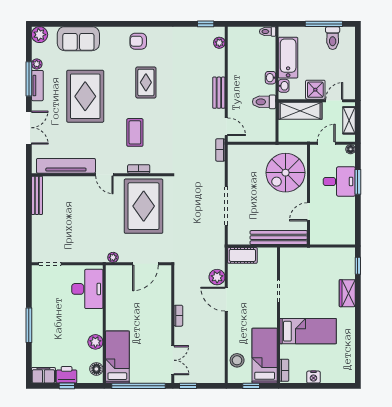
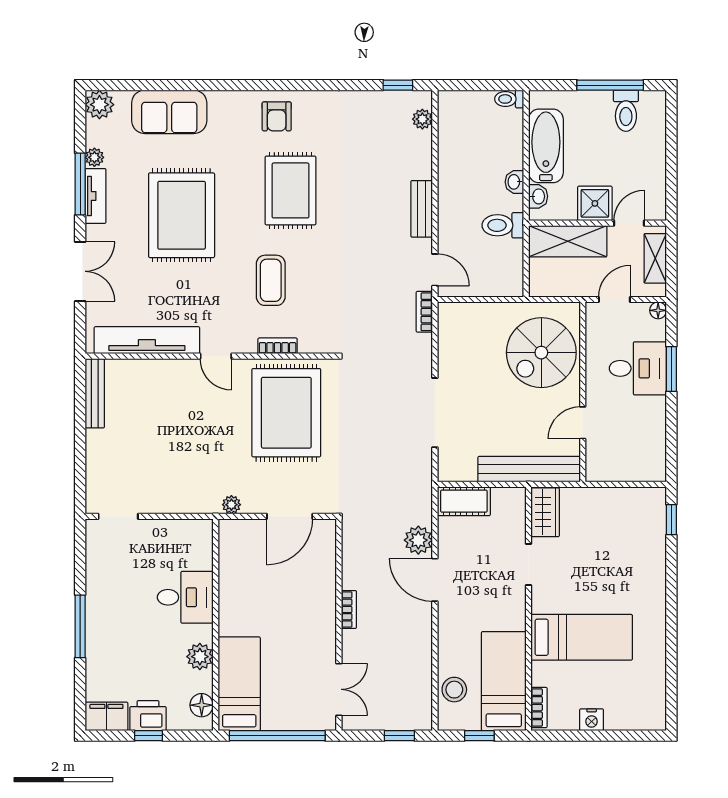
armchair: (138, 41) -> (277, 116), turned -90
rug: (146, 82) -> (291, 190), width x1.36, depth x1.43
desk: (87, 289) -> (185, 597), moved, width x0.73
wardrobe: (347, 293) -> (545, 512), moved, turned 180
window: (188, 386) -> (399, 736), moved

